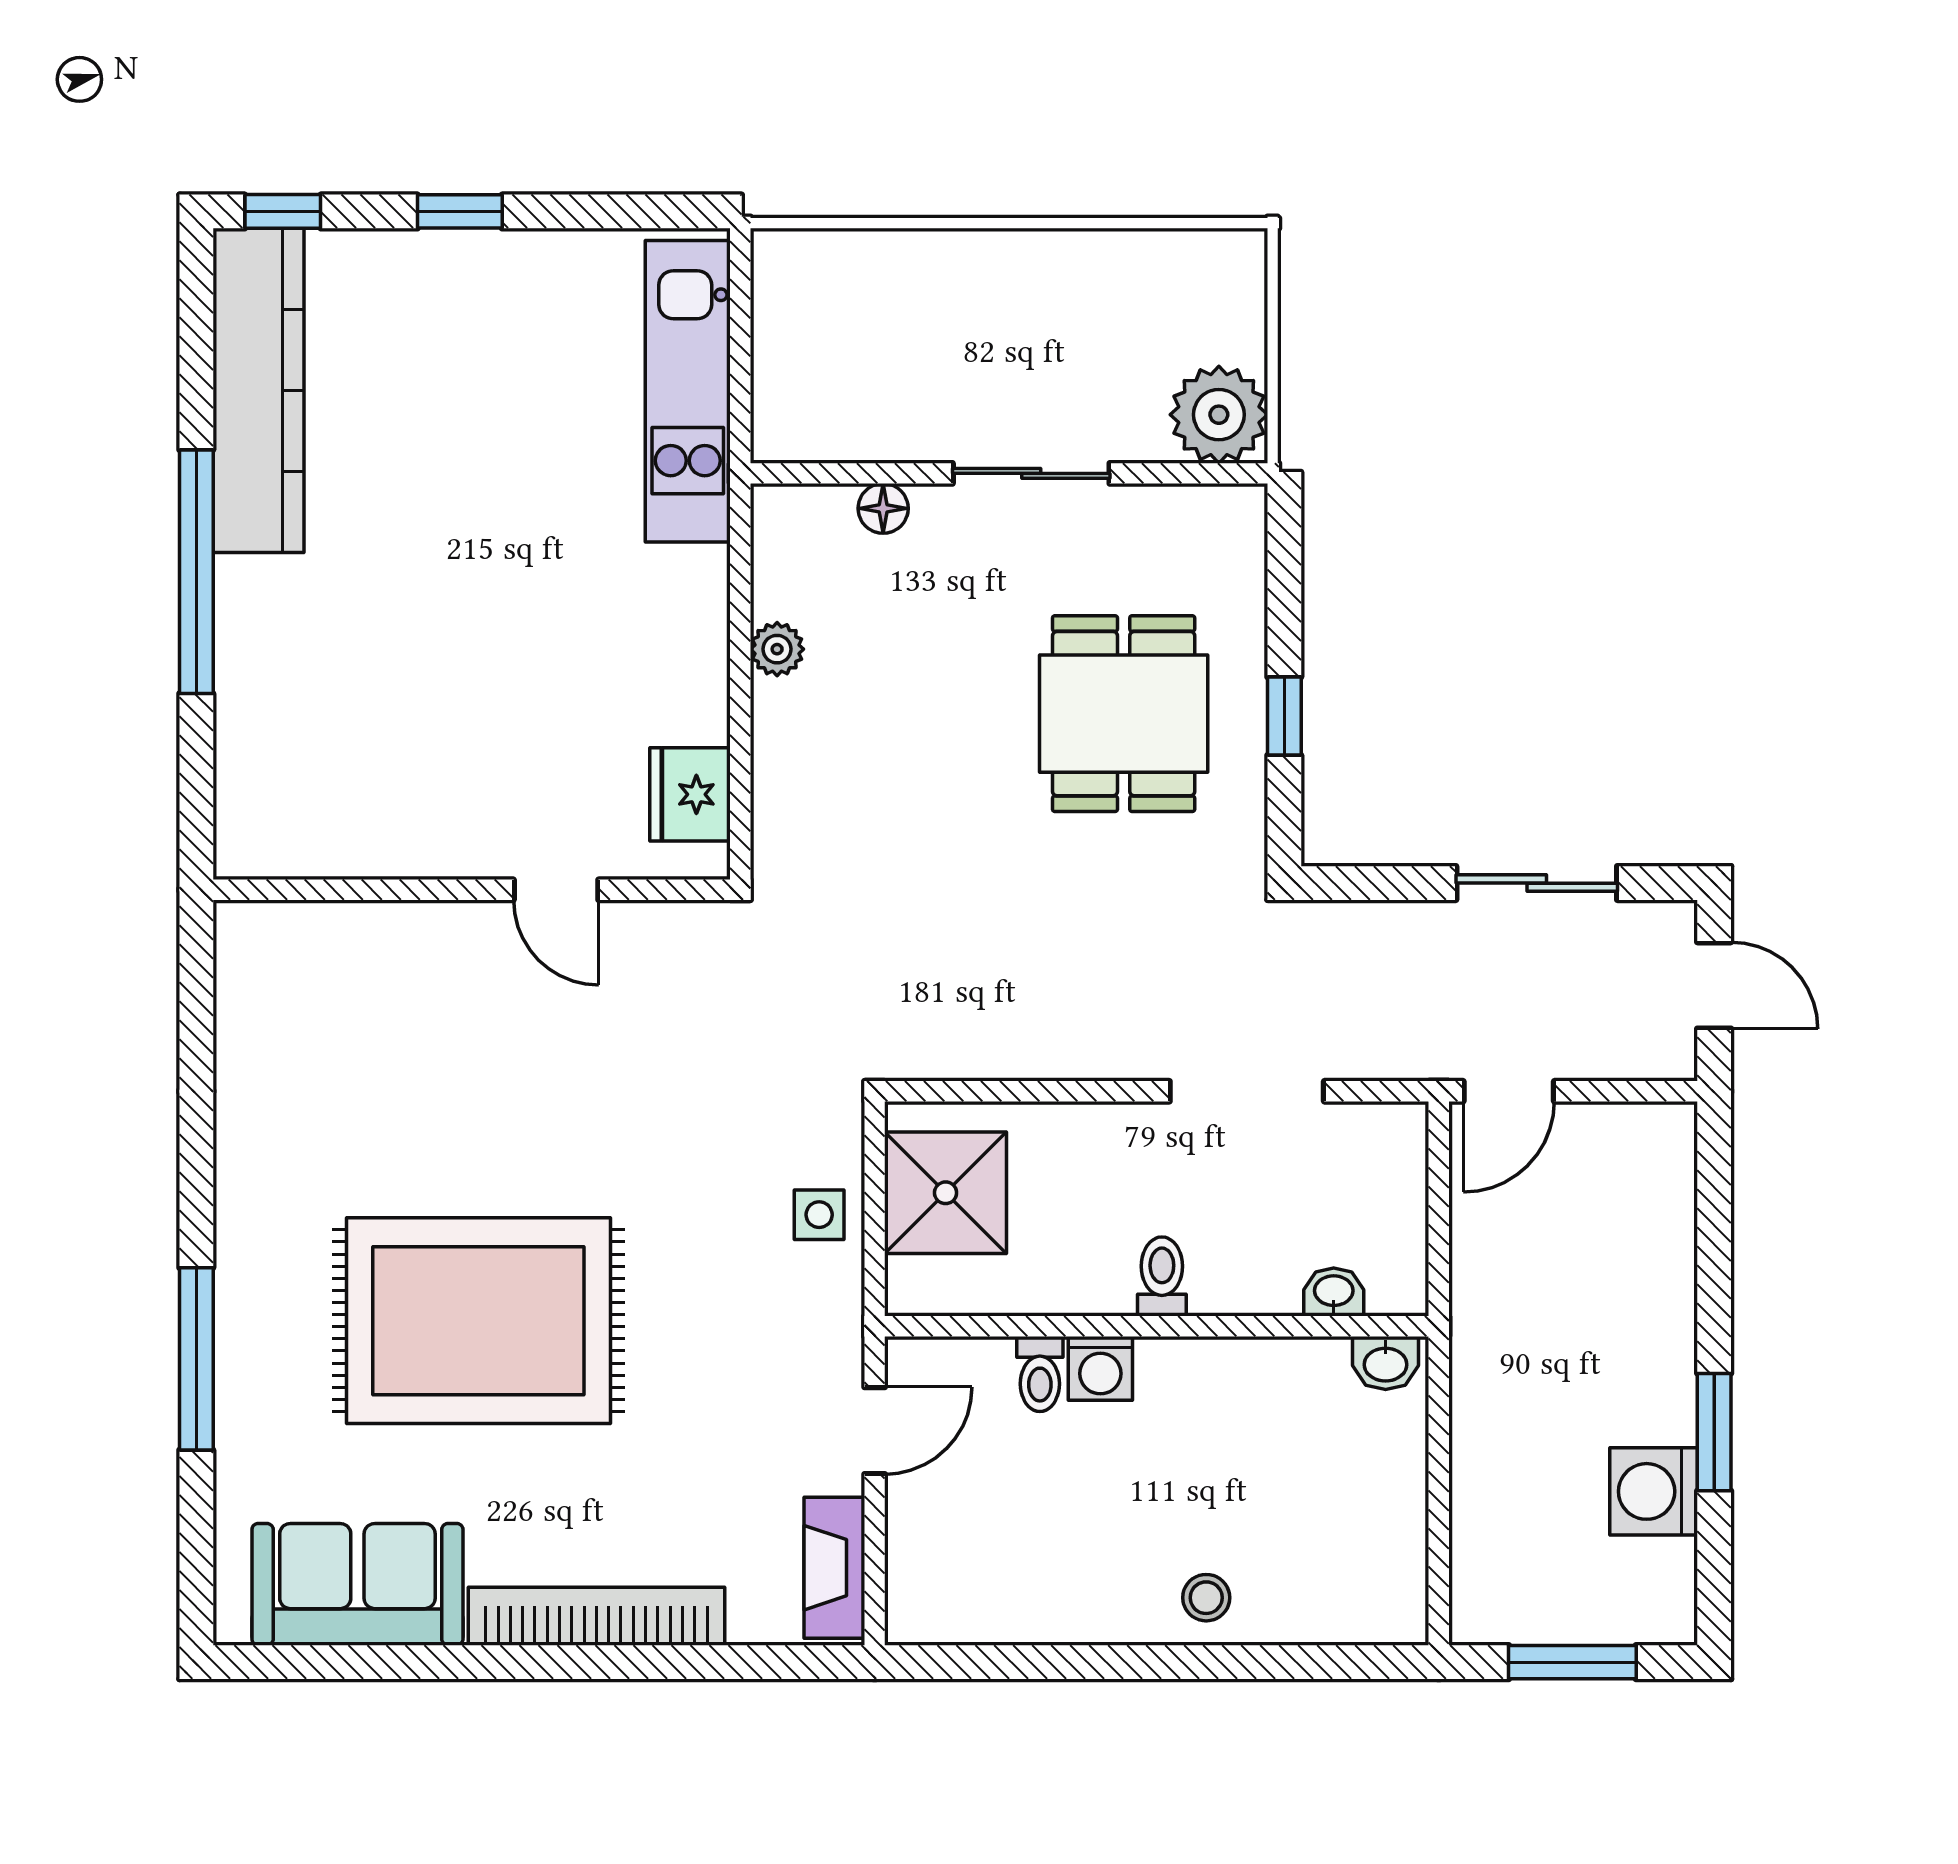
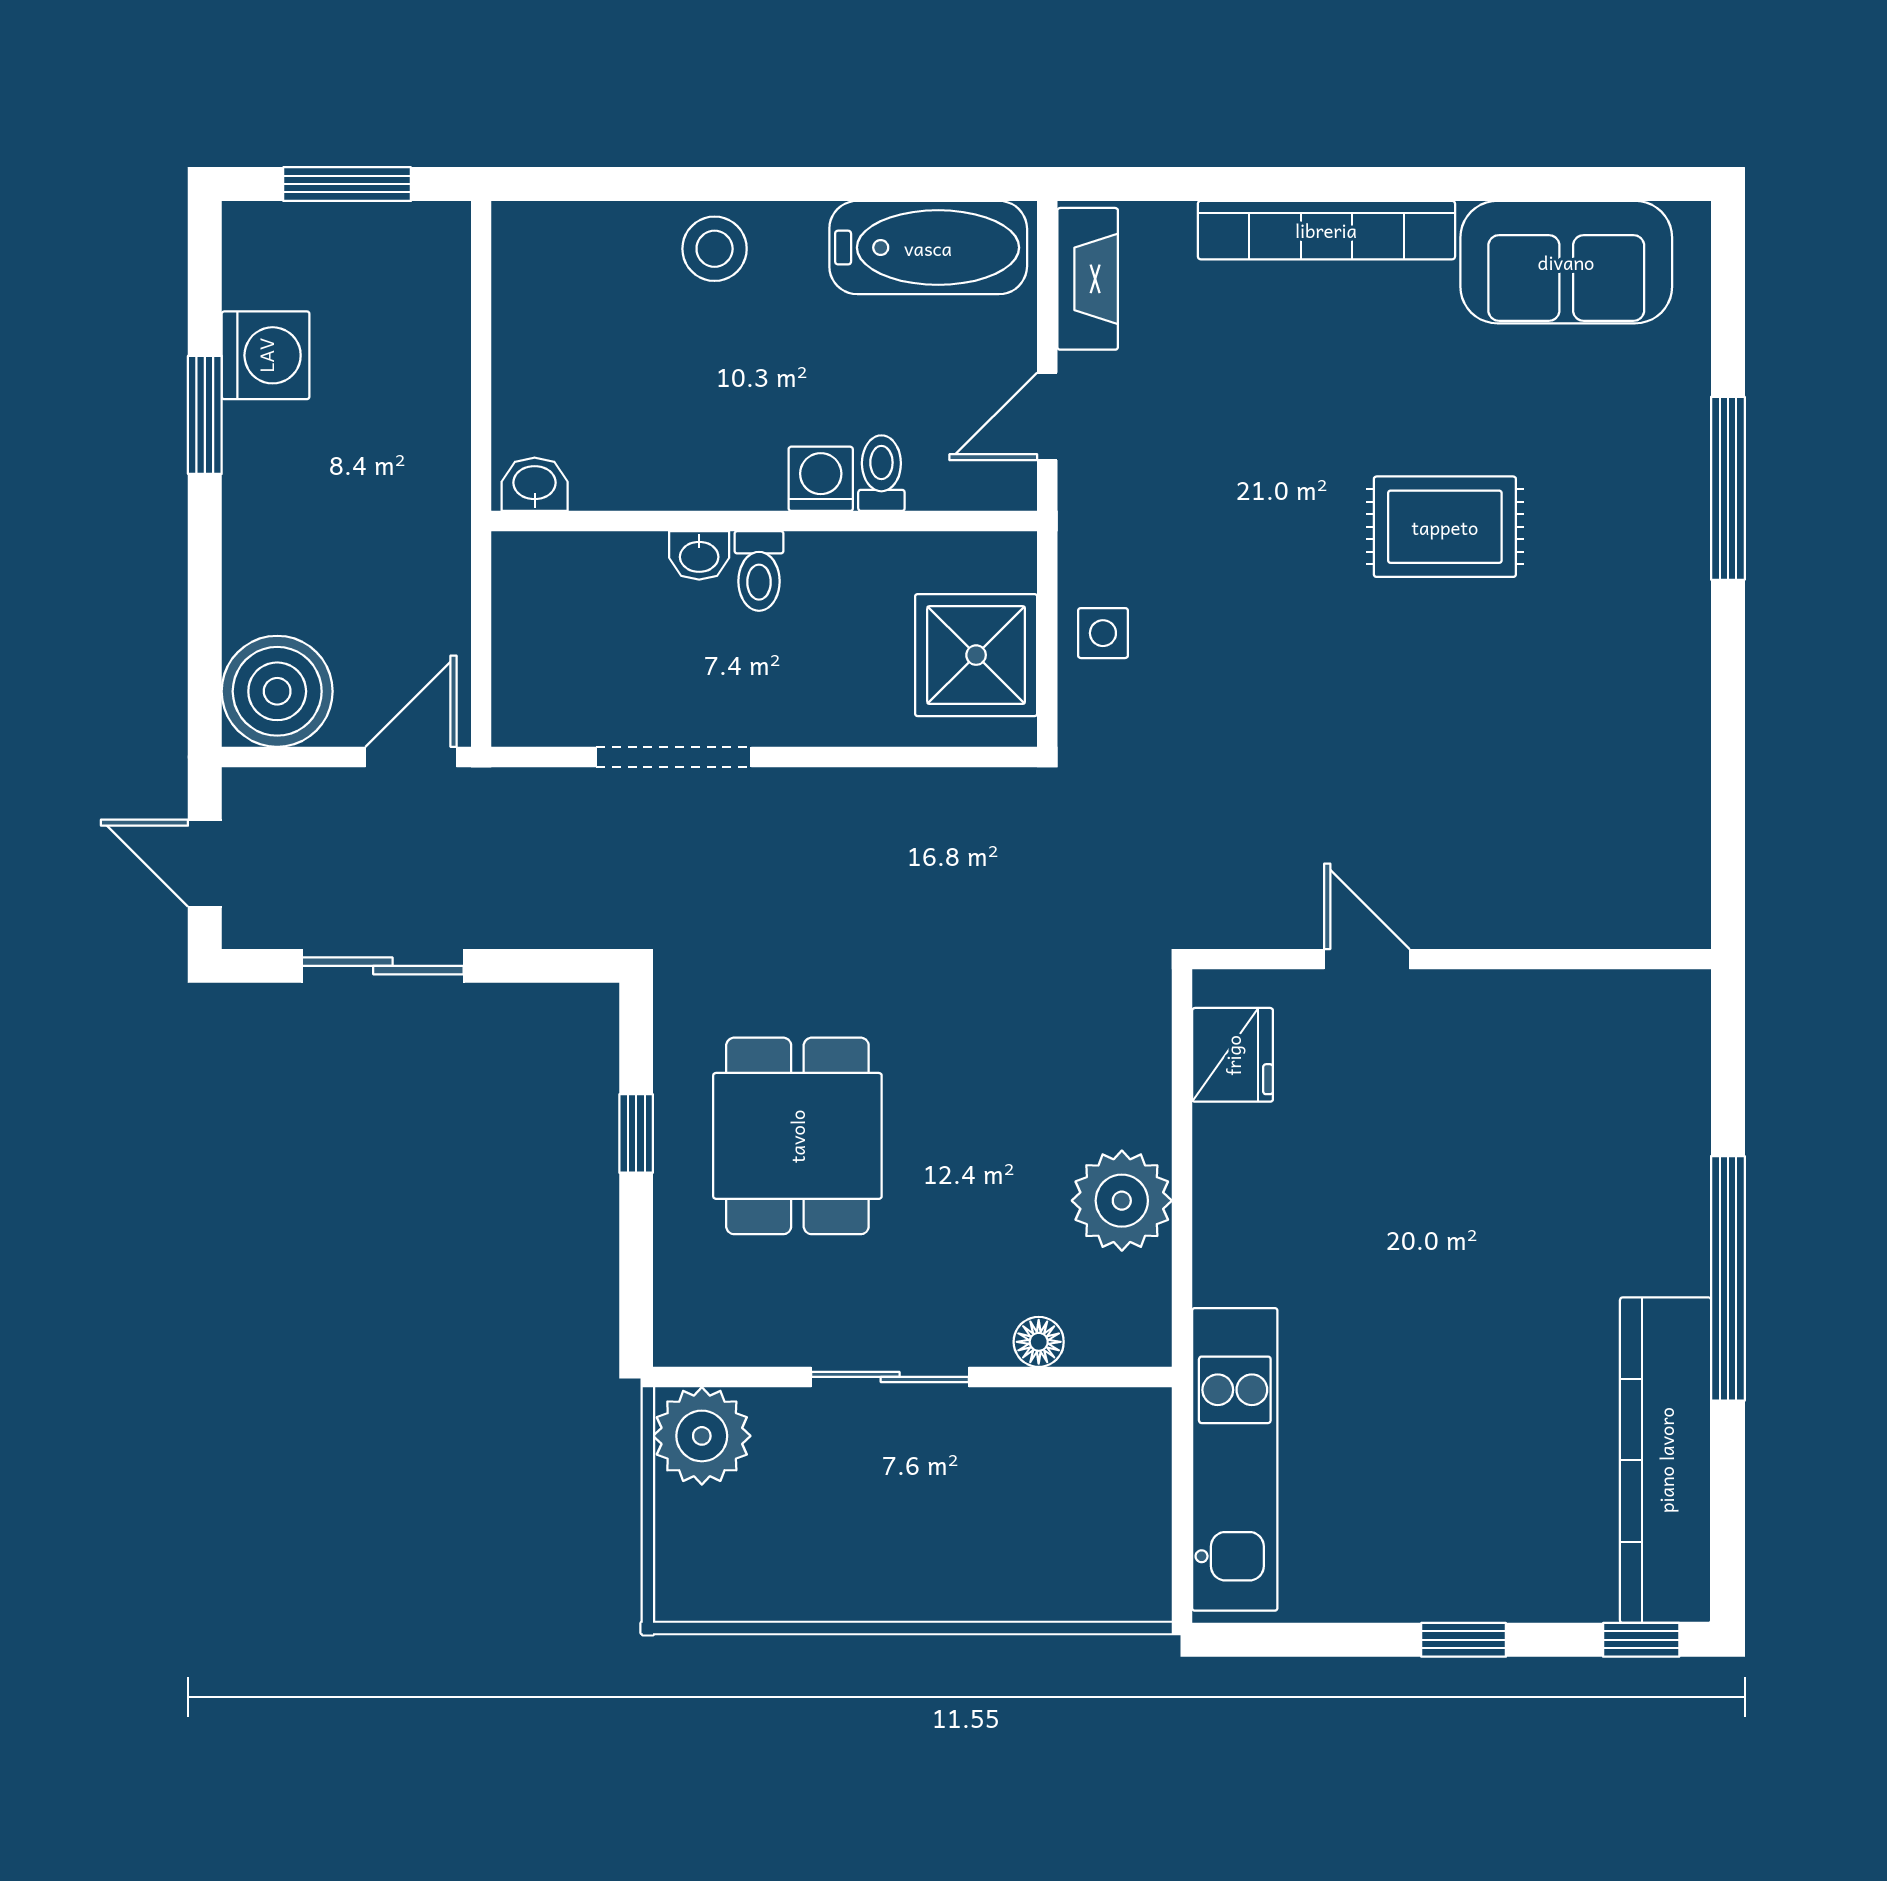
plant: (777, 649) -> (1122, 1201), width x1.88, depth x1.88
boiler: (1642, 1157) -> (277, 691), added
washbasin: (1334, 1292) -> (699, 555), moved
rug: (478, 1321) -> (1445, 527), width x0.54, depth x0.49
stool: (1206, 1598) -> (715, 249), width x1.37, depth x1.37
bathtub: (993, 1599) -> (928, 248), added

